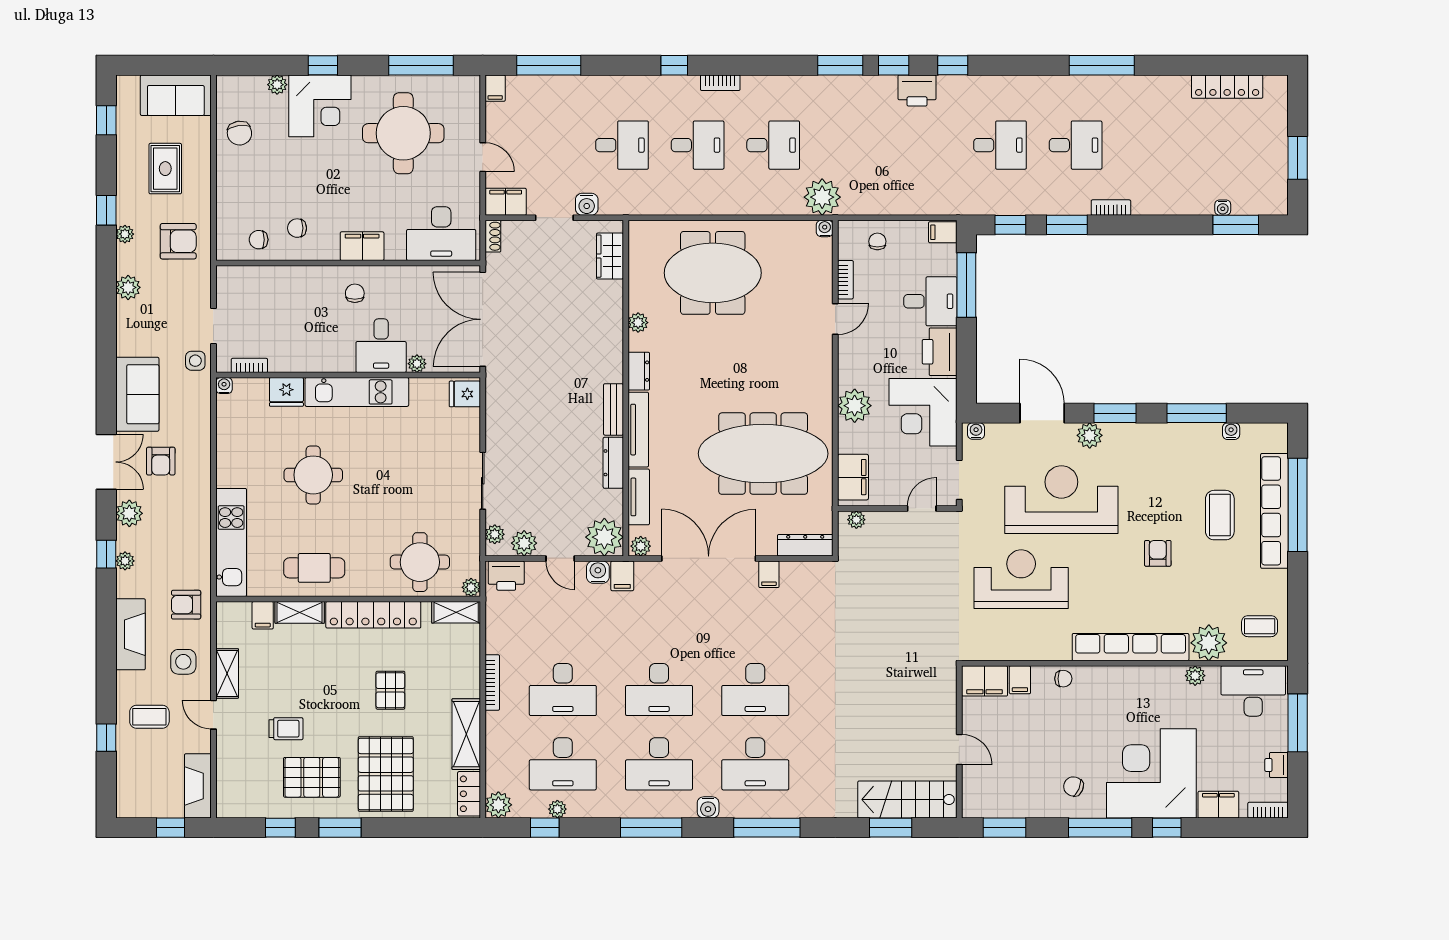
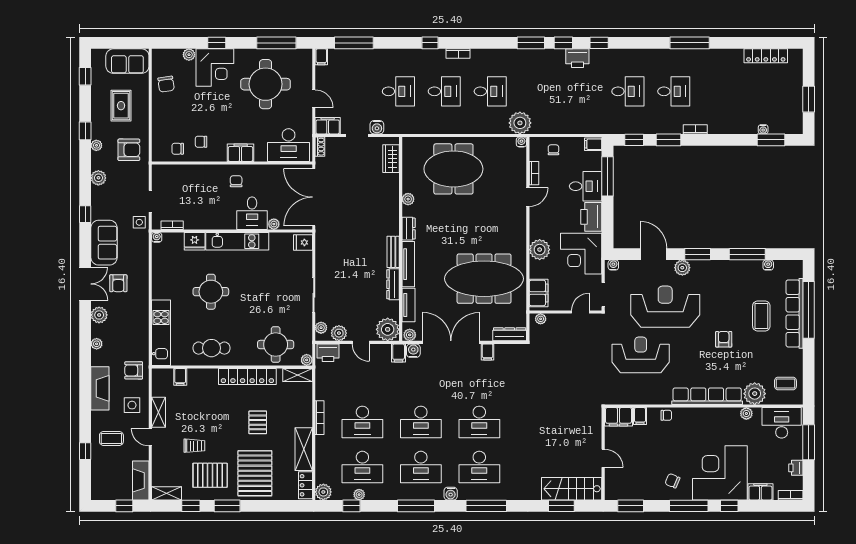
window: (106, 554) -> (85, 214), moved
water cooler: (598, 572) -> (413, 351), moved
shelving: (300, 612) -> (167, 493), moved

